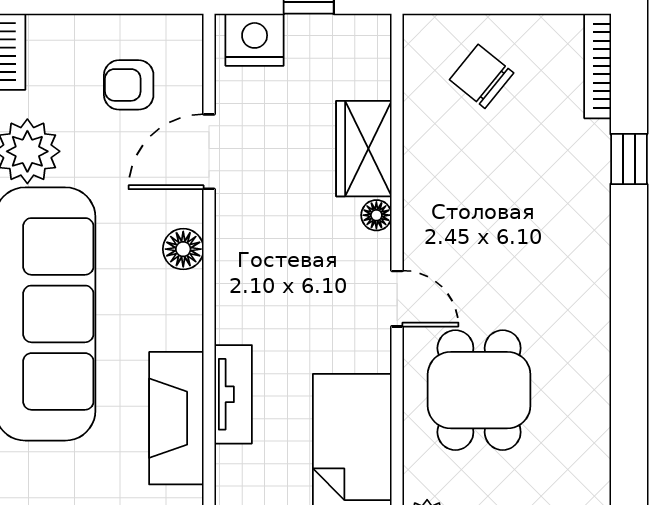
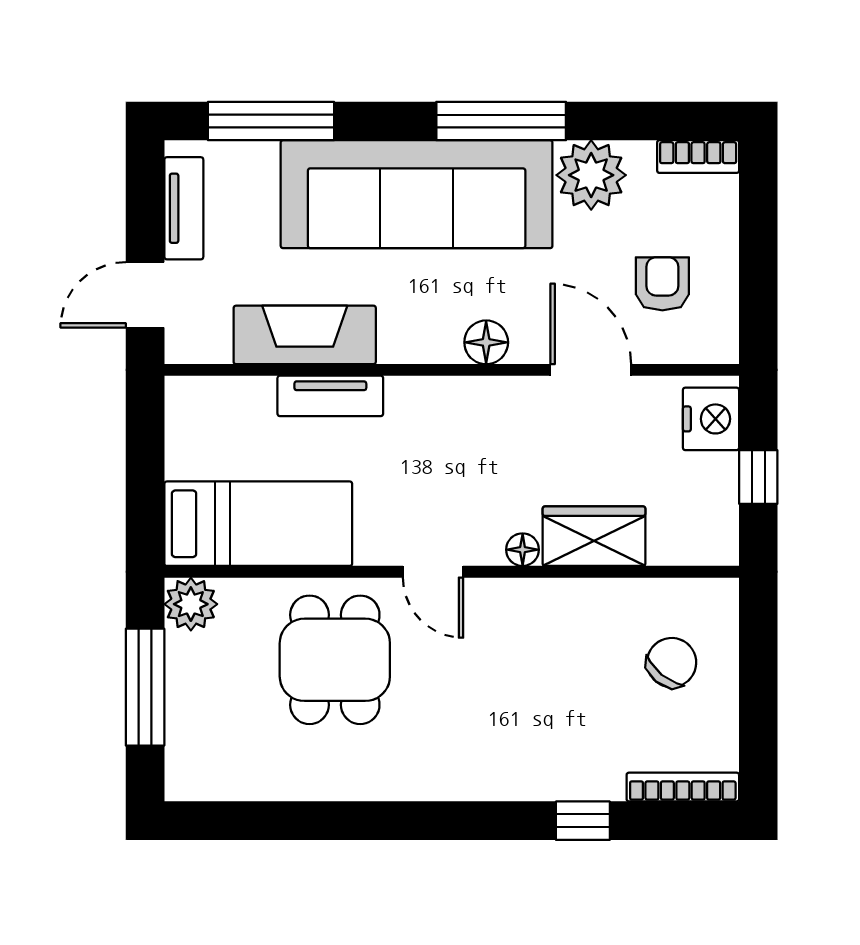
door: (397, 299) -> (433, 572), hinge flipped
dining table: (479, 390) -> (335, 660), turned 90

